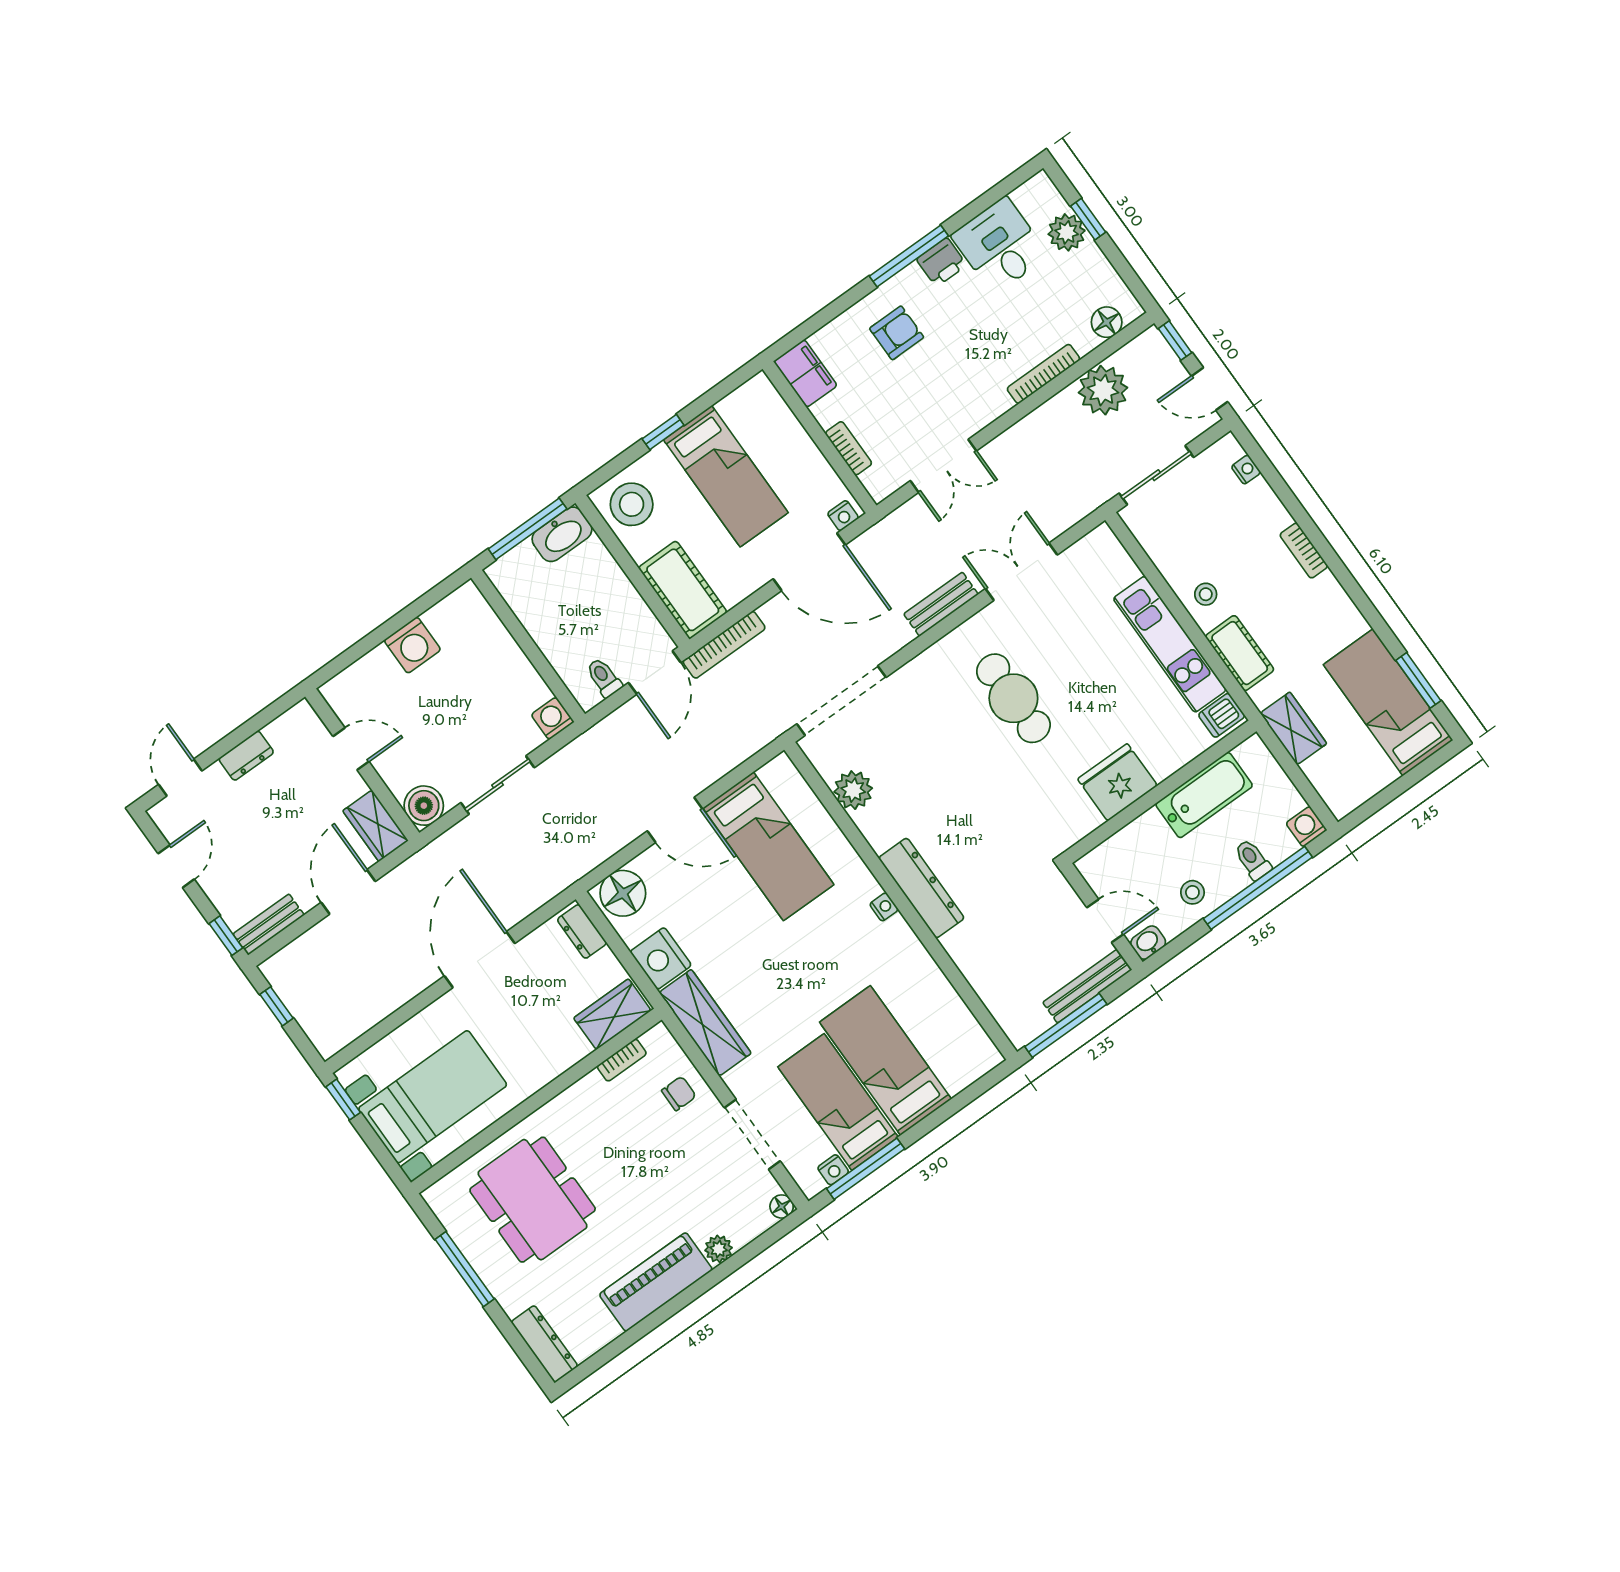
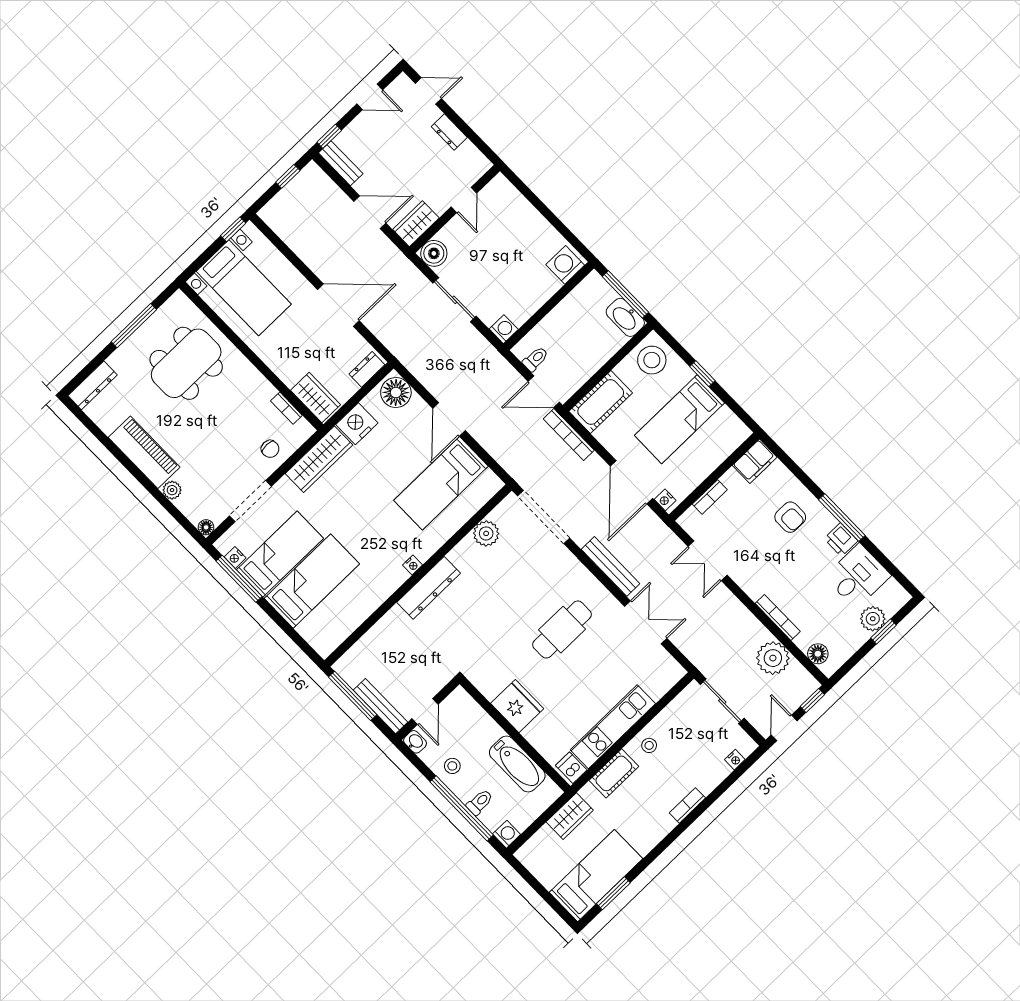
bench: (941, 604) -> (611, 566), width x1.36
washing machine: (412, 645) -> (565, 265), moved, turned 90

